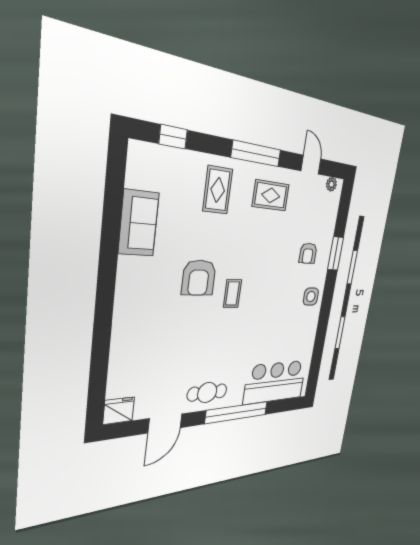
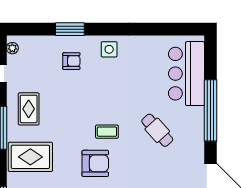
rug: (218, 190) -> (30, 157), width x1.36, depth x1.43
cafe table: (207, 393) -> (157, 130), moved, turned -42

